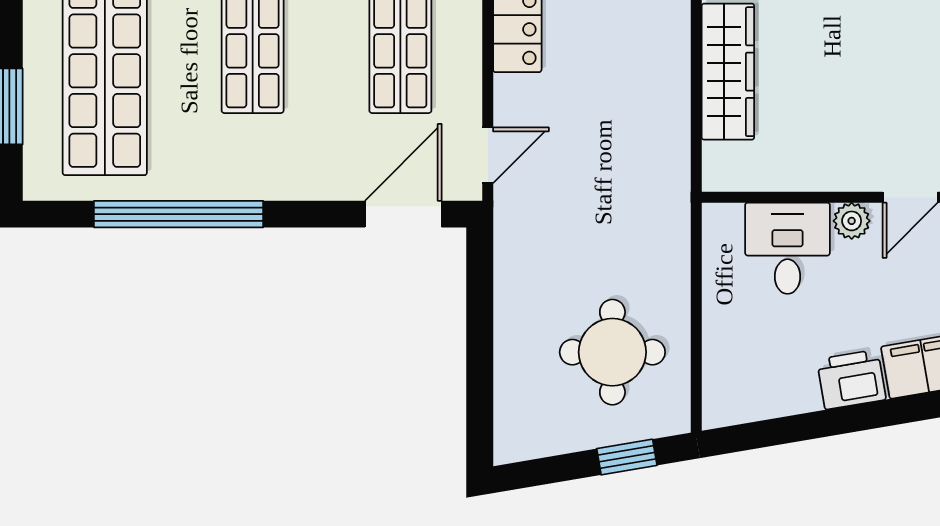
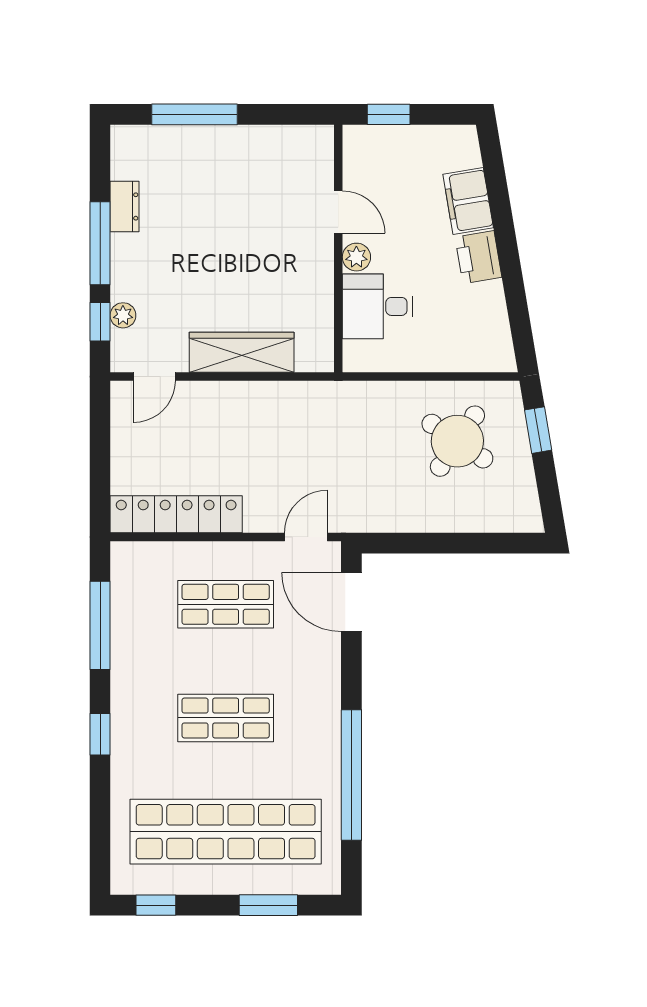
door: (488, 155) -> (306, 537), hinge flipped
round table: (612, 352) -> (457, 441), turned 34

